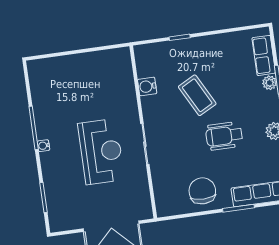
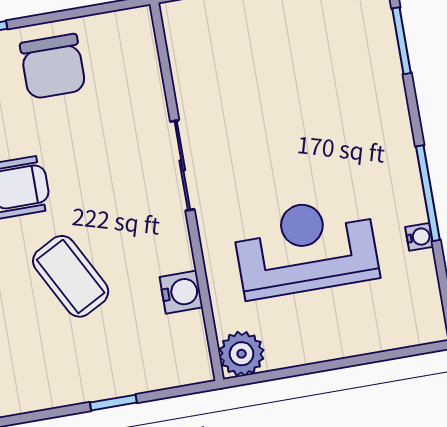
plant: (121, 58) -> (242, 354), added
water cooler: (43, 146) -> (419, 237), moved
reception desk: (101, 152) -> (306, 247), moved, turned 90

